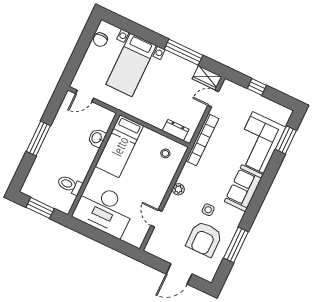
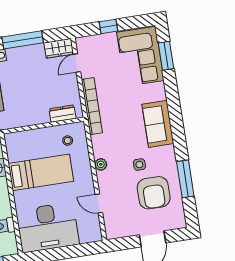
corner sofa: (258, 143) -> (140, 56), moved
bed: (120, 146) -> (41, 172), moved, turned -90

